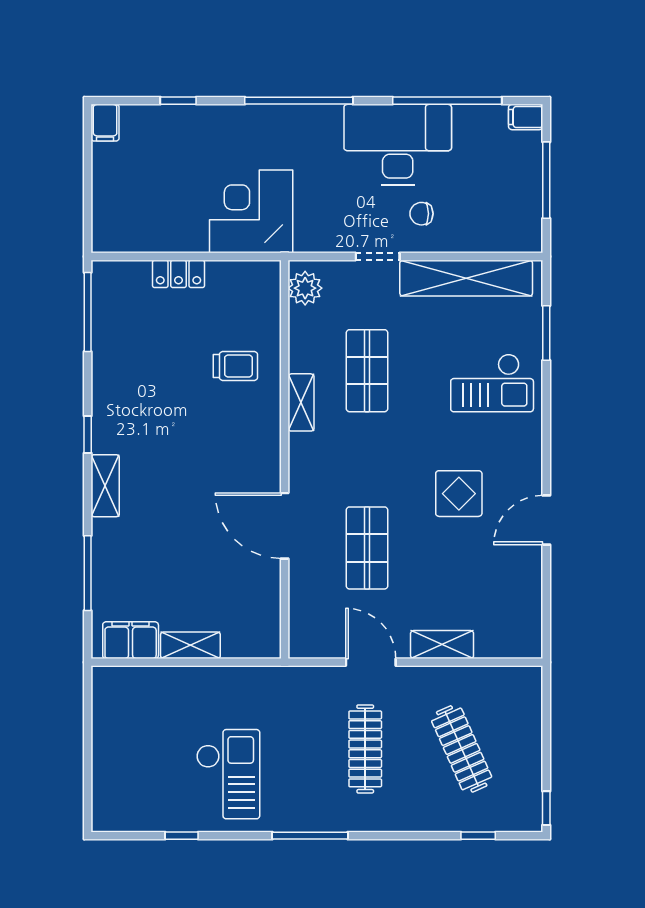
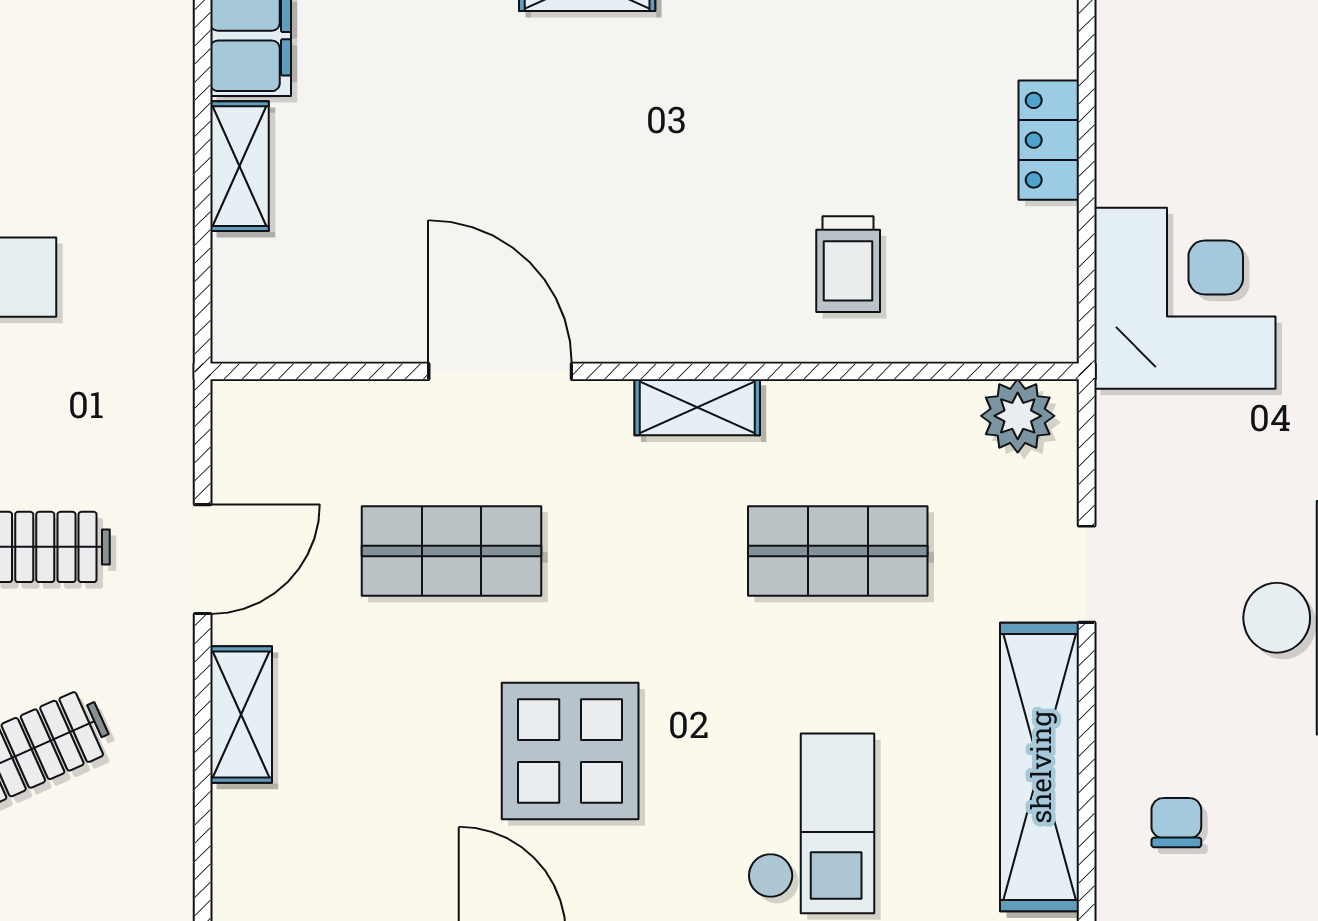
chair: (421, 214) -> (1176, 823), moved
checkout: (492, 383) -> (811, 823), turned 180
shelving: (301, 402) -> (697, 407), moved
display table: (459, 494) -> (570, 751), width x1.36, depth x1.36
door: (285, 526) -> (500, 371), hinge flipped

